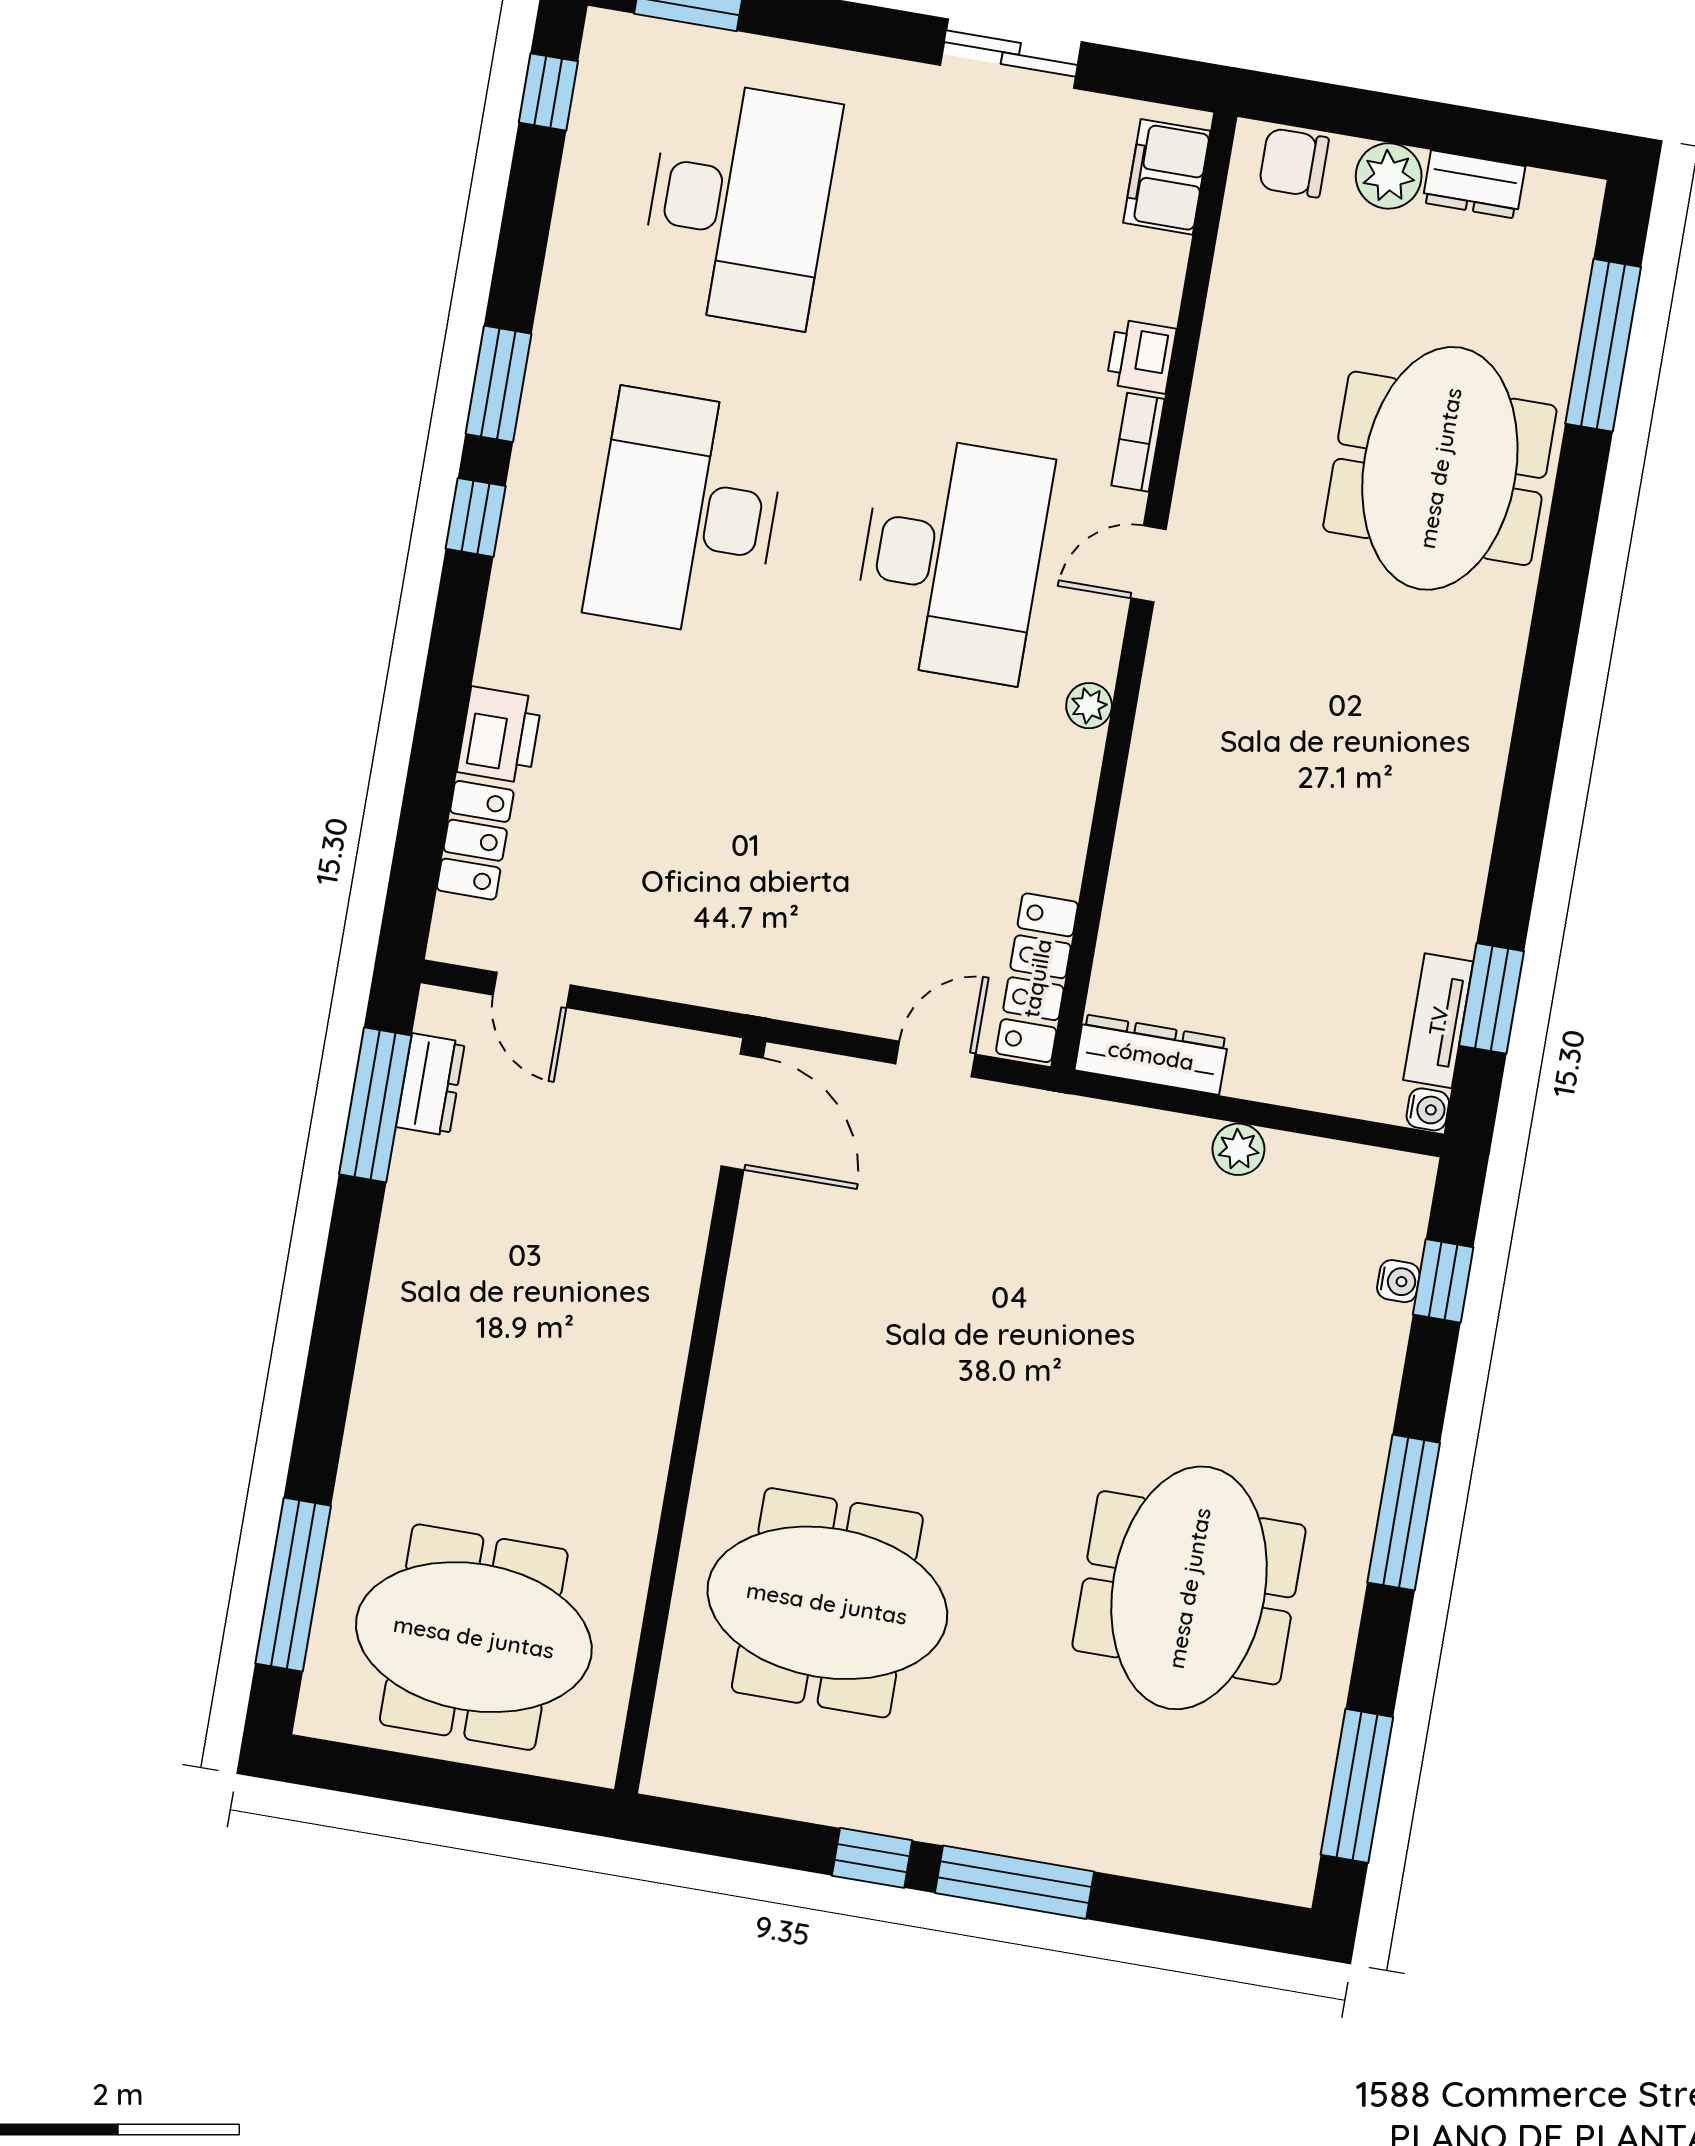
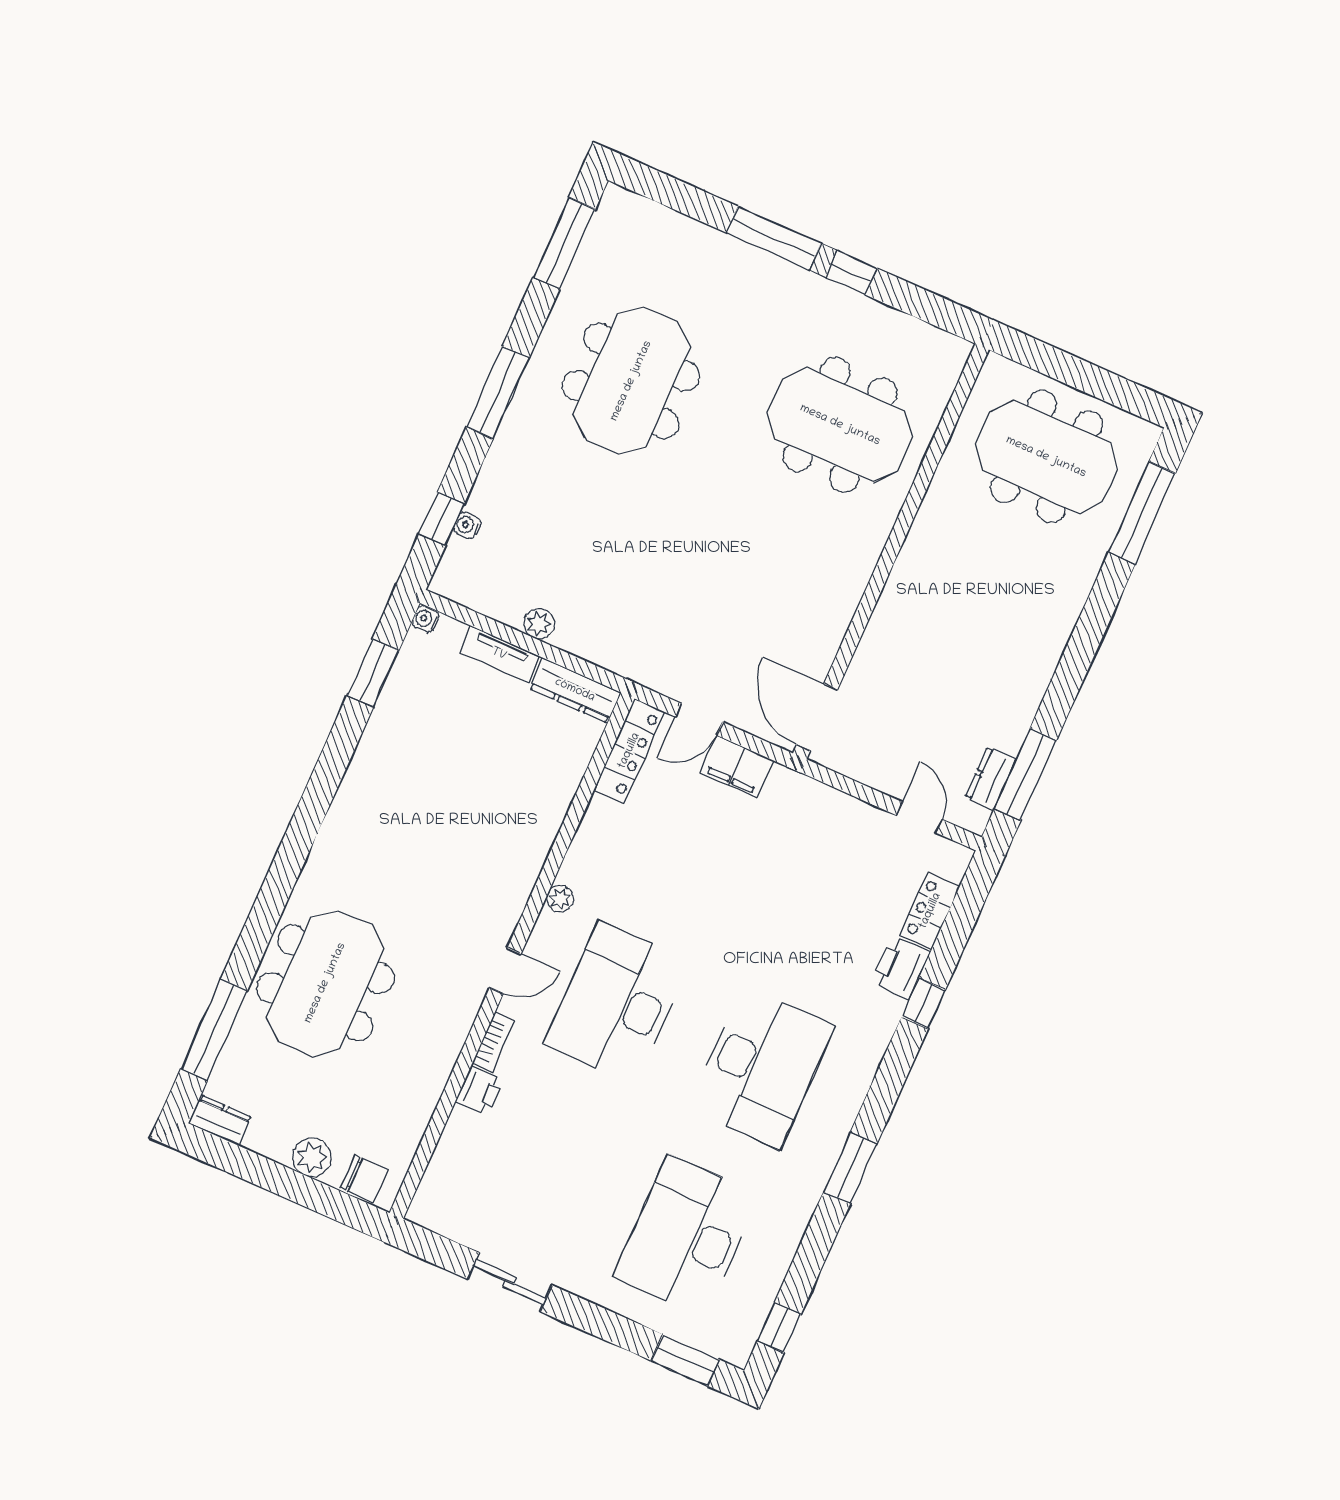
filing cabinet: (1167, 177) -> (737, 767), moved, turned 90
dresser: (1474, 184) -> (220, 1120), moved
window: (476, 517) -> (924, 1003), moved
tv unit: (1438, 1021) -> (499, 654), moved, turned 90

